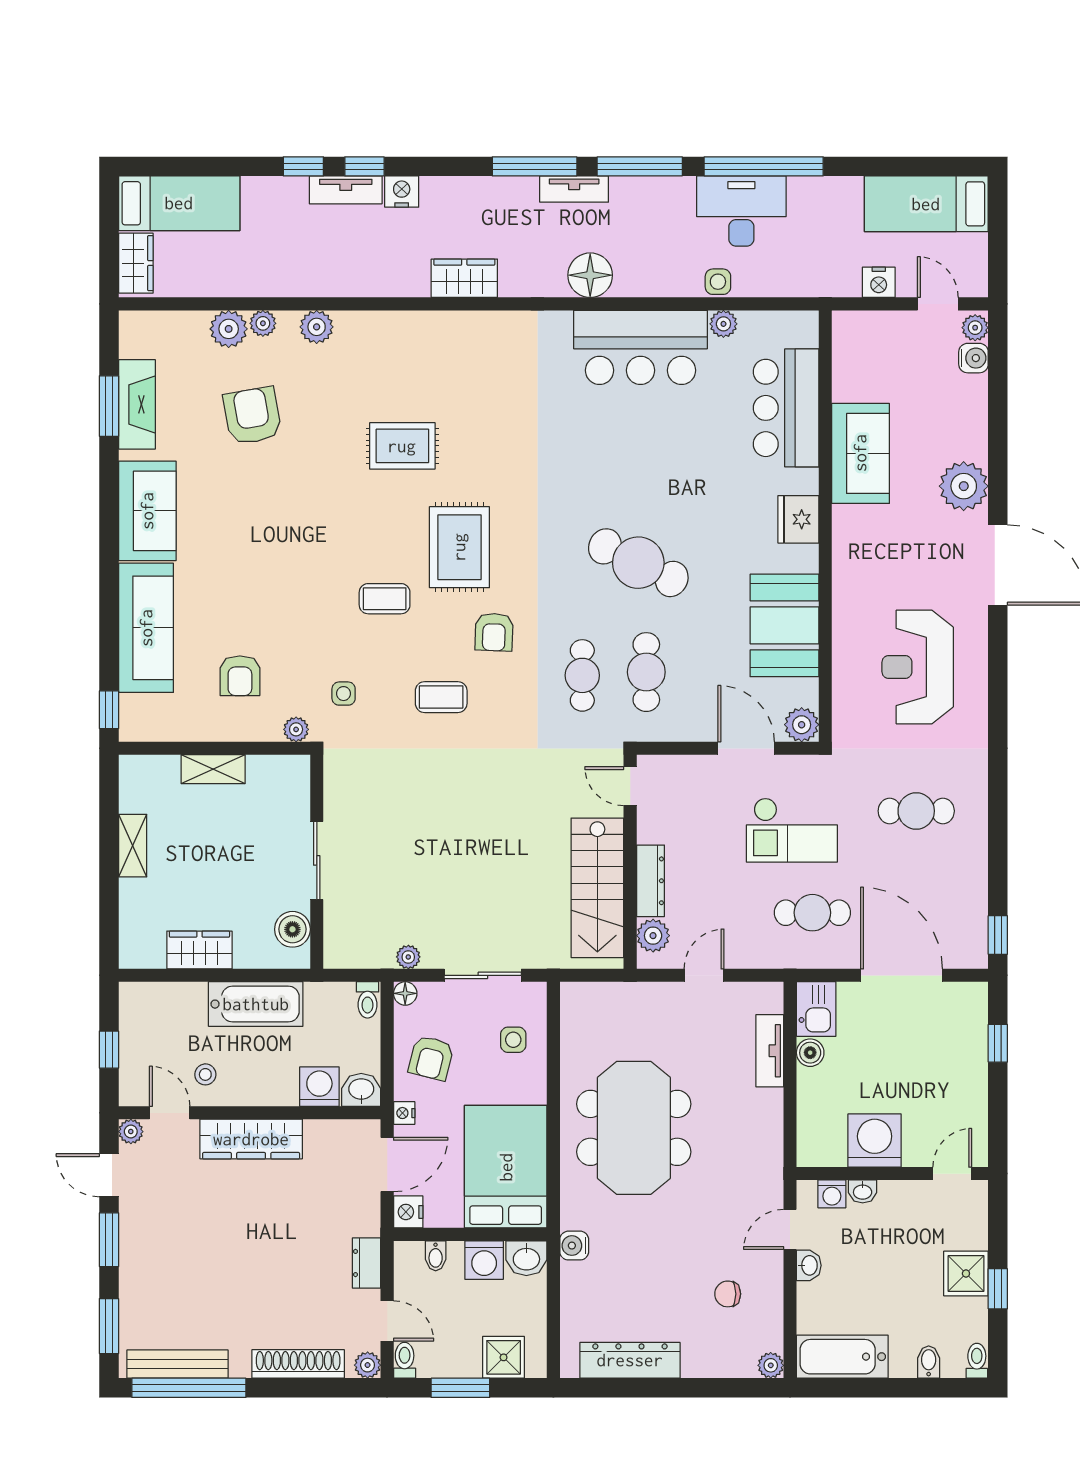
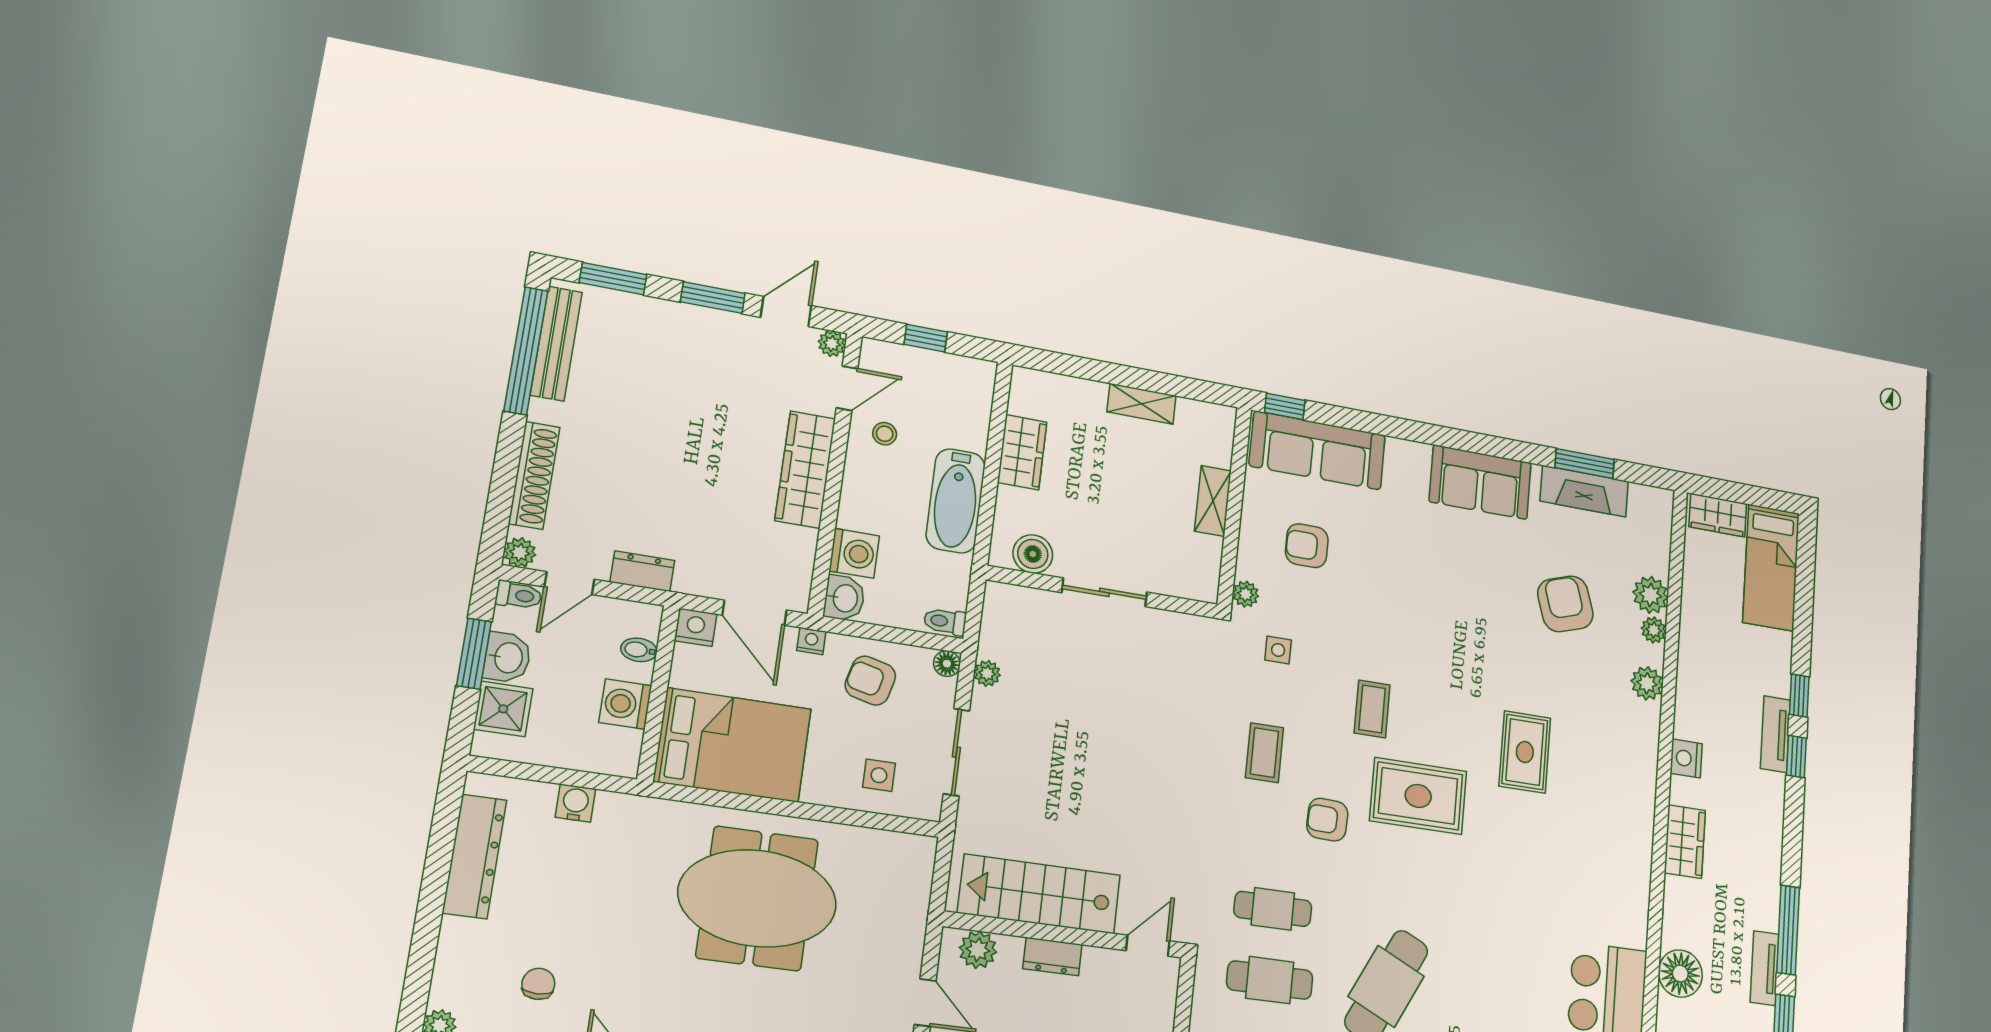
nightstand: (402, 192) -> (1686, 758), moved, turned 180
armchair: (252, 416) -> (1565, 604), turned -98
sofa: (146, 628) -> (1317, 450), moved
dresser: (650, 881) -> (1052, 957), width x0.70
water cooler: (574, 1246) -> (575, 803), moved
washbasin: (526, 1258) -> (507, 658), moved, turned 180

